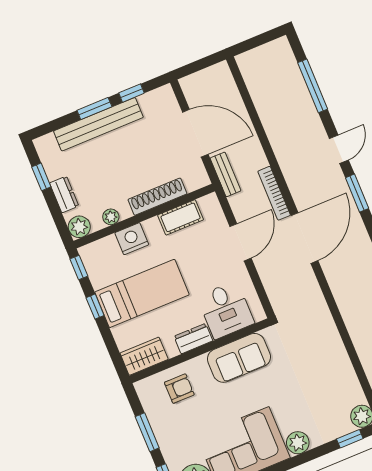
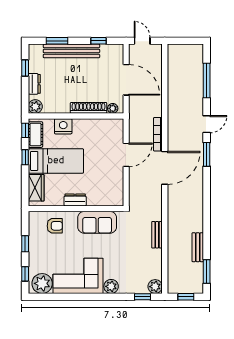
door: (195, 67) -> (142, 41), added
window: (94, 108) -> (57, 41), moved
bench: (226, 174) -> (157, 235), moved
plant: (111, 217) -> (113, 108), moved
cot: (181, 217) -> (35, 135), moved, turned 90
desk: (226, 310) -> (101, 191), removed
wardrobe: (144, 356) -> (36, 188), moved, turned 90
window: (147, 432) -> (25, 244), width x0.67

